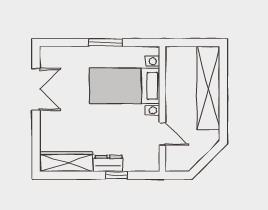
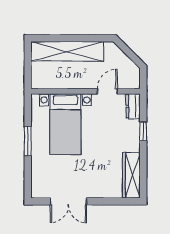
double door: (36, 89) -> (68, 201), swing flipped
dresser: (108, 163) -> (133, 106), moved

